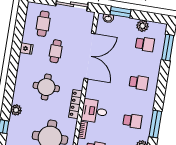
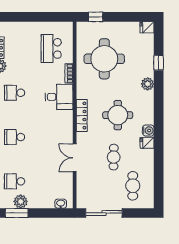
window: (120, 12) -> (17, 213), moved
fridge: (26, 49) -> (147, 143), moved
double door: (90, 56) -> (75, 158), width x0.54
water cooler: (22, 69) -> (148, 131), added
locker: (76, 104) -> (82, 116), moved

